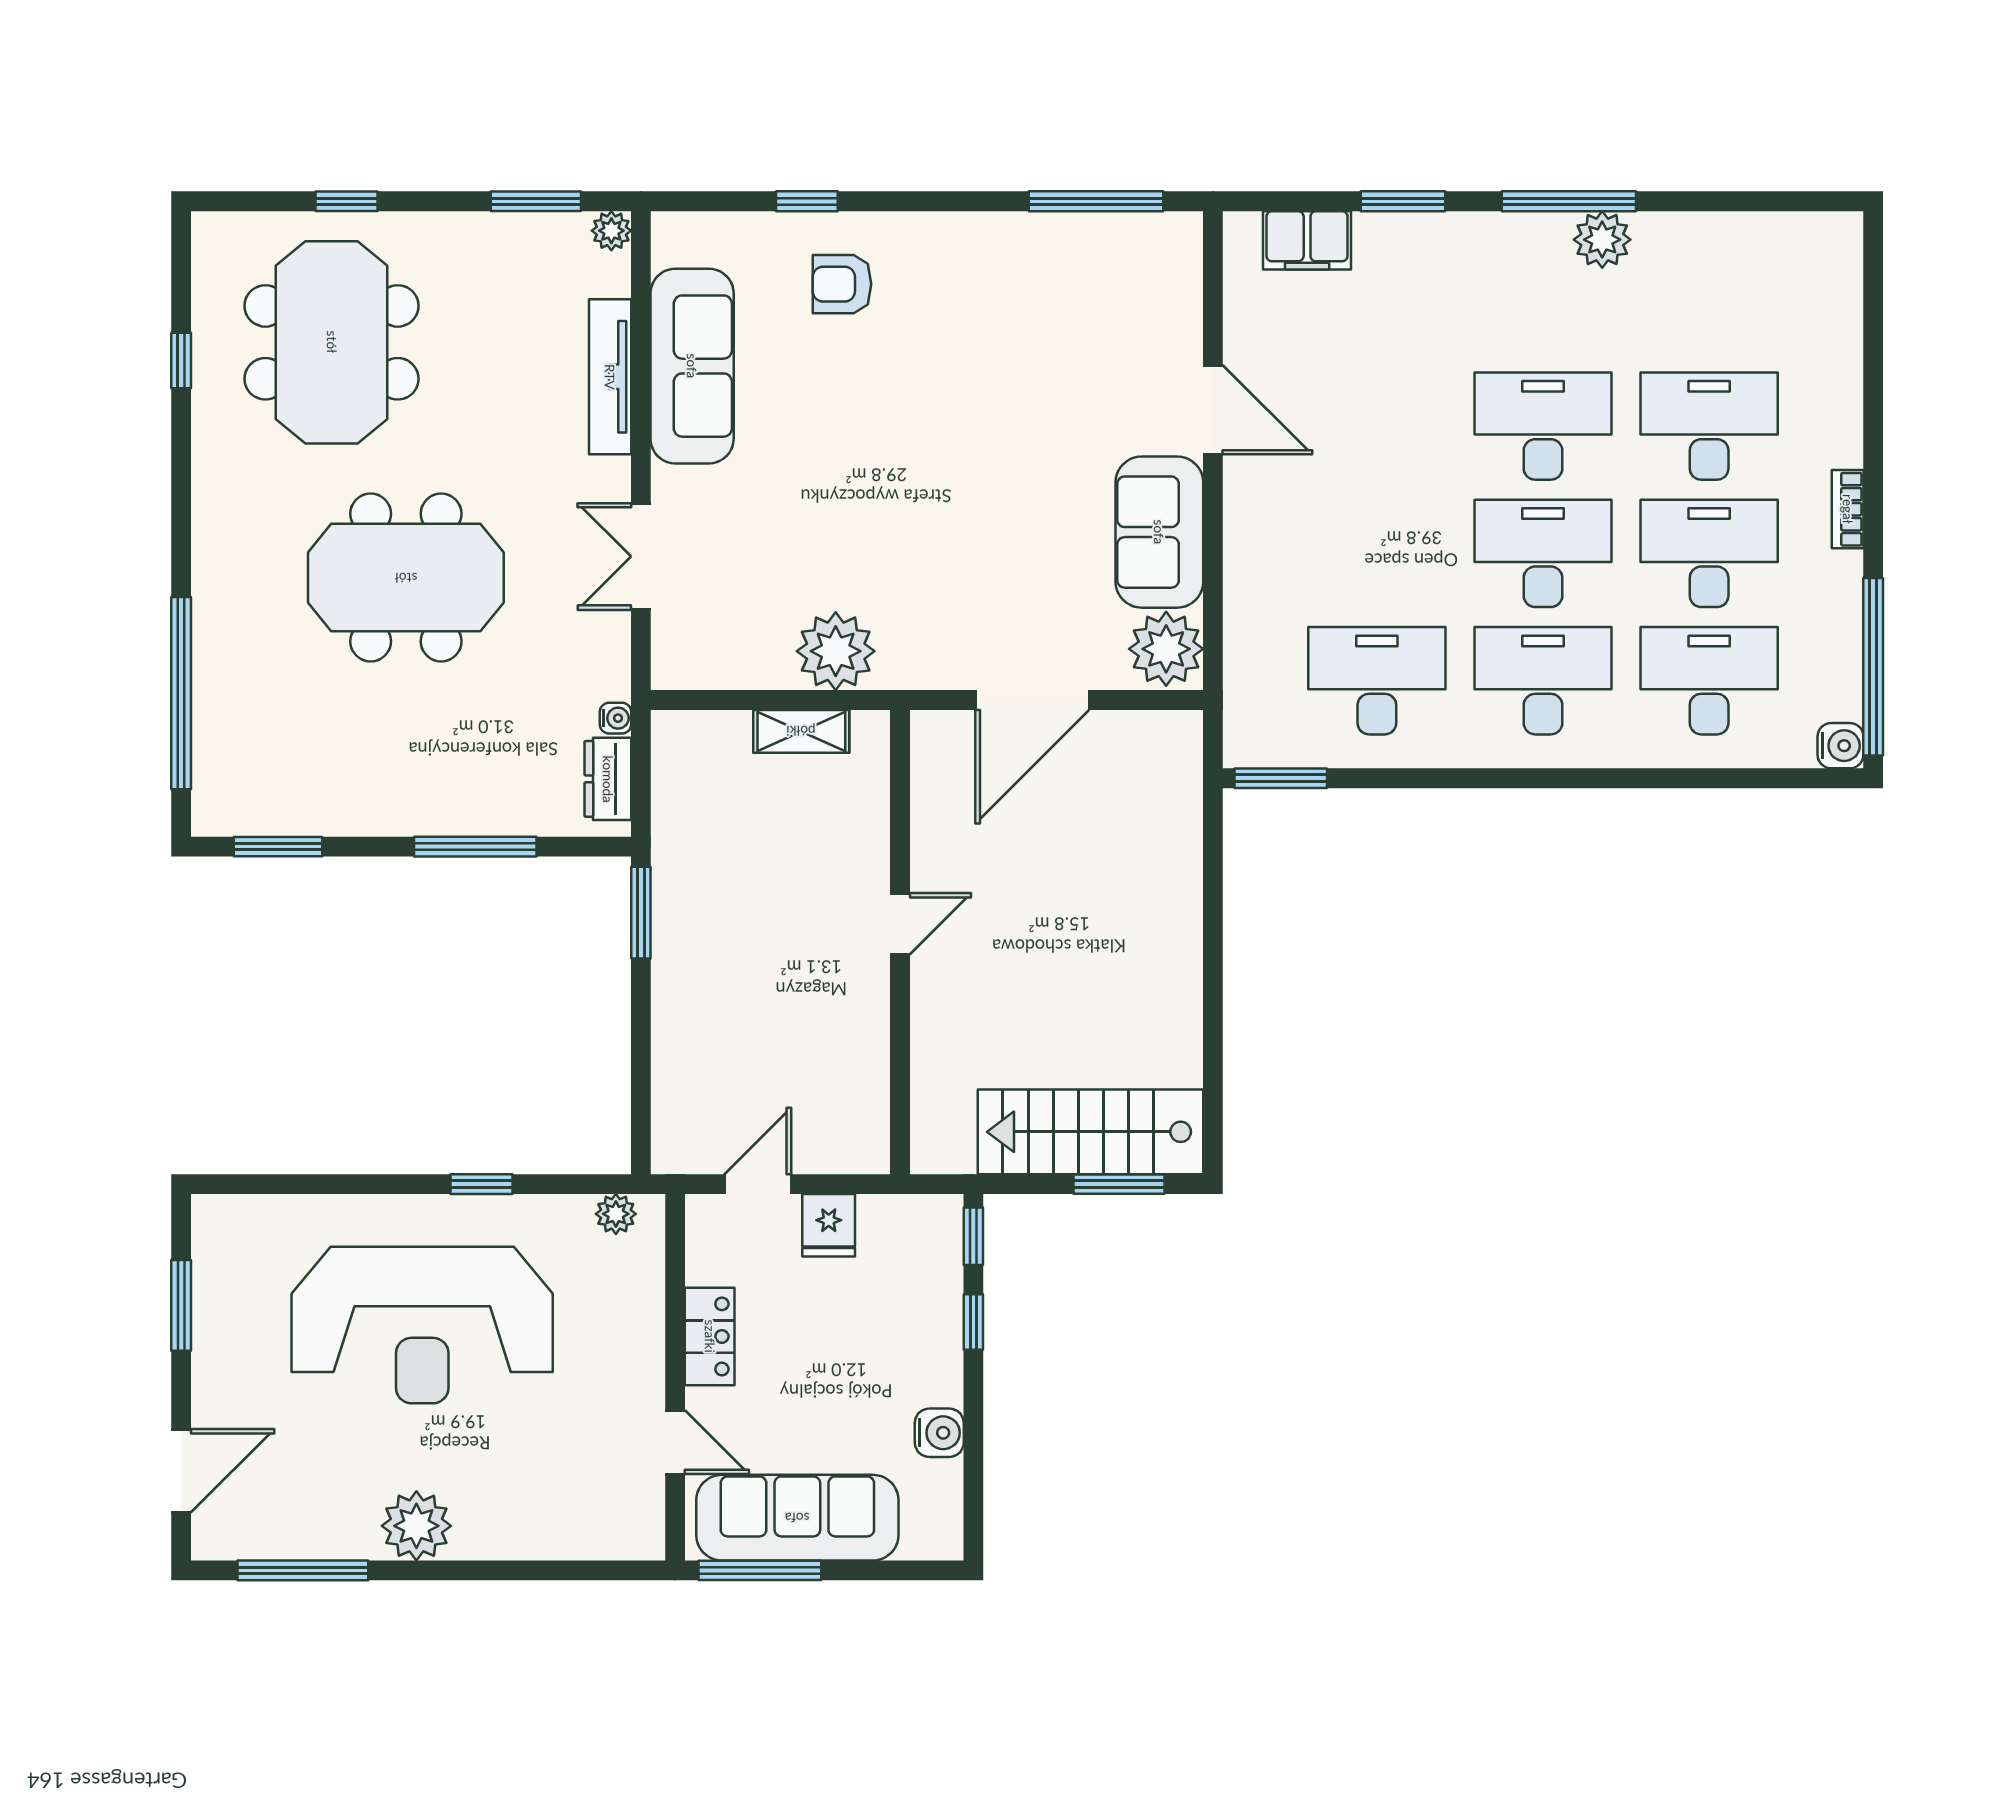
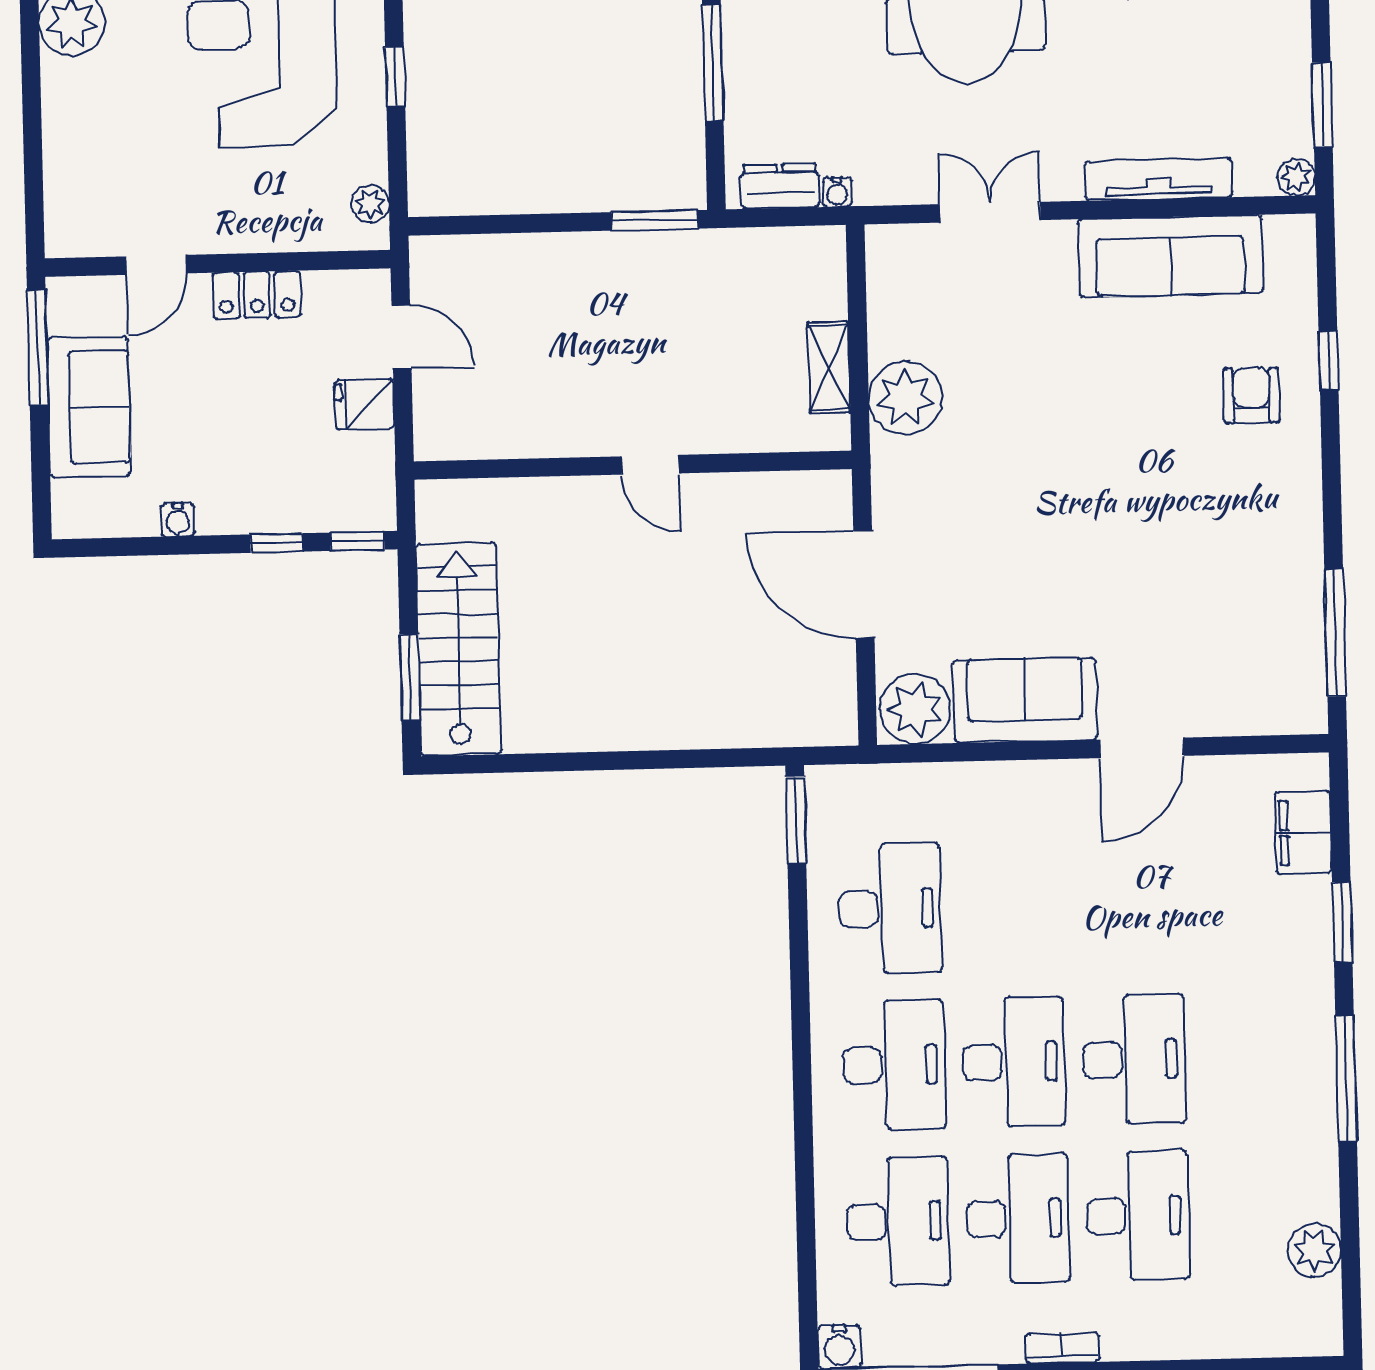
plant: (1602, 240) -> (1314, 1250), moved
water cooler: (939, 1433) -> (178, 520), width x0.72, depth x0.72
sofa: (797, 1518) -> (89, 407), width x0.73

